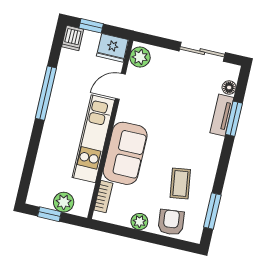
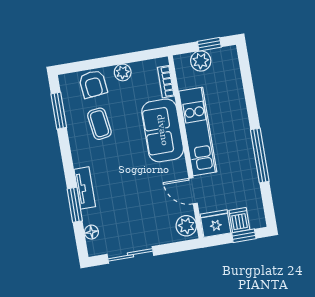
dishwasher: (73, 38) -> (239, 220), moved
door: (120, 86) -> (193, 191), swing flipped
tv unit: (222, 115) -> (85, 188), moved

